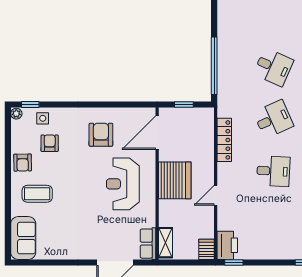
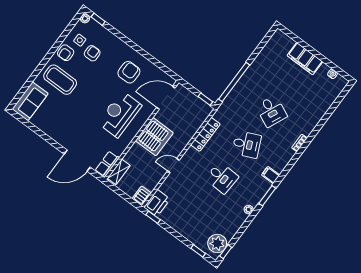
window: (184, 104) -> (205, 99), moved
side table: (43, 118) -> (80, 40), moved
coffee table: (37, 194) -> (60, 80), width x1.36, depth x1.32

